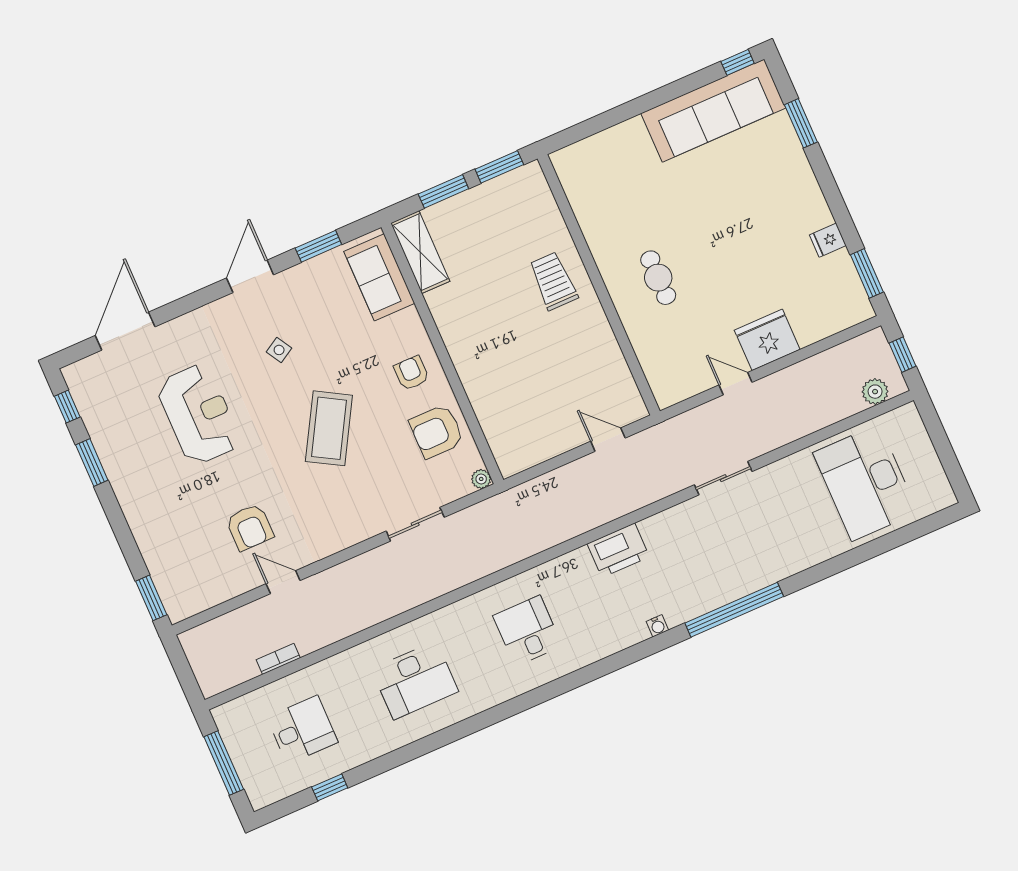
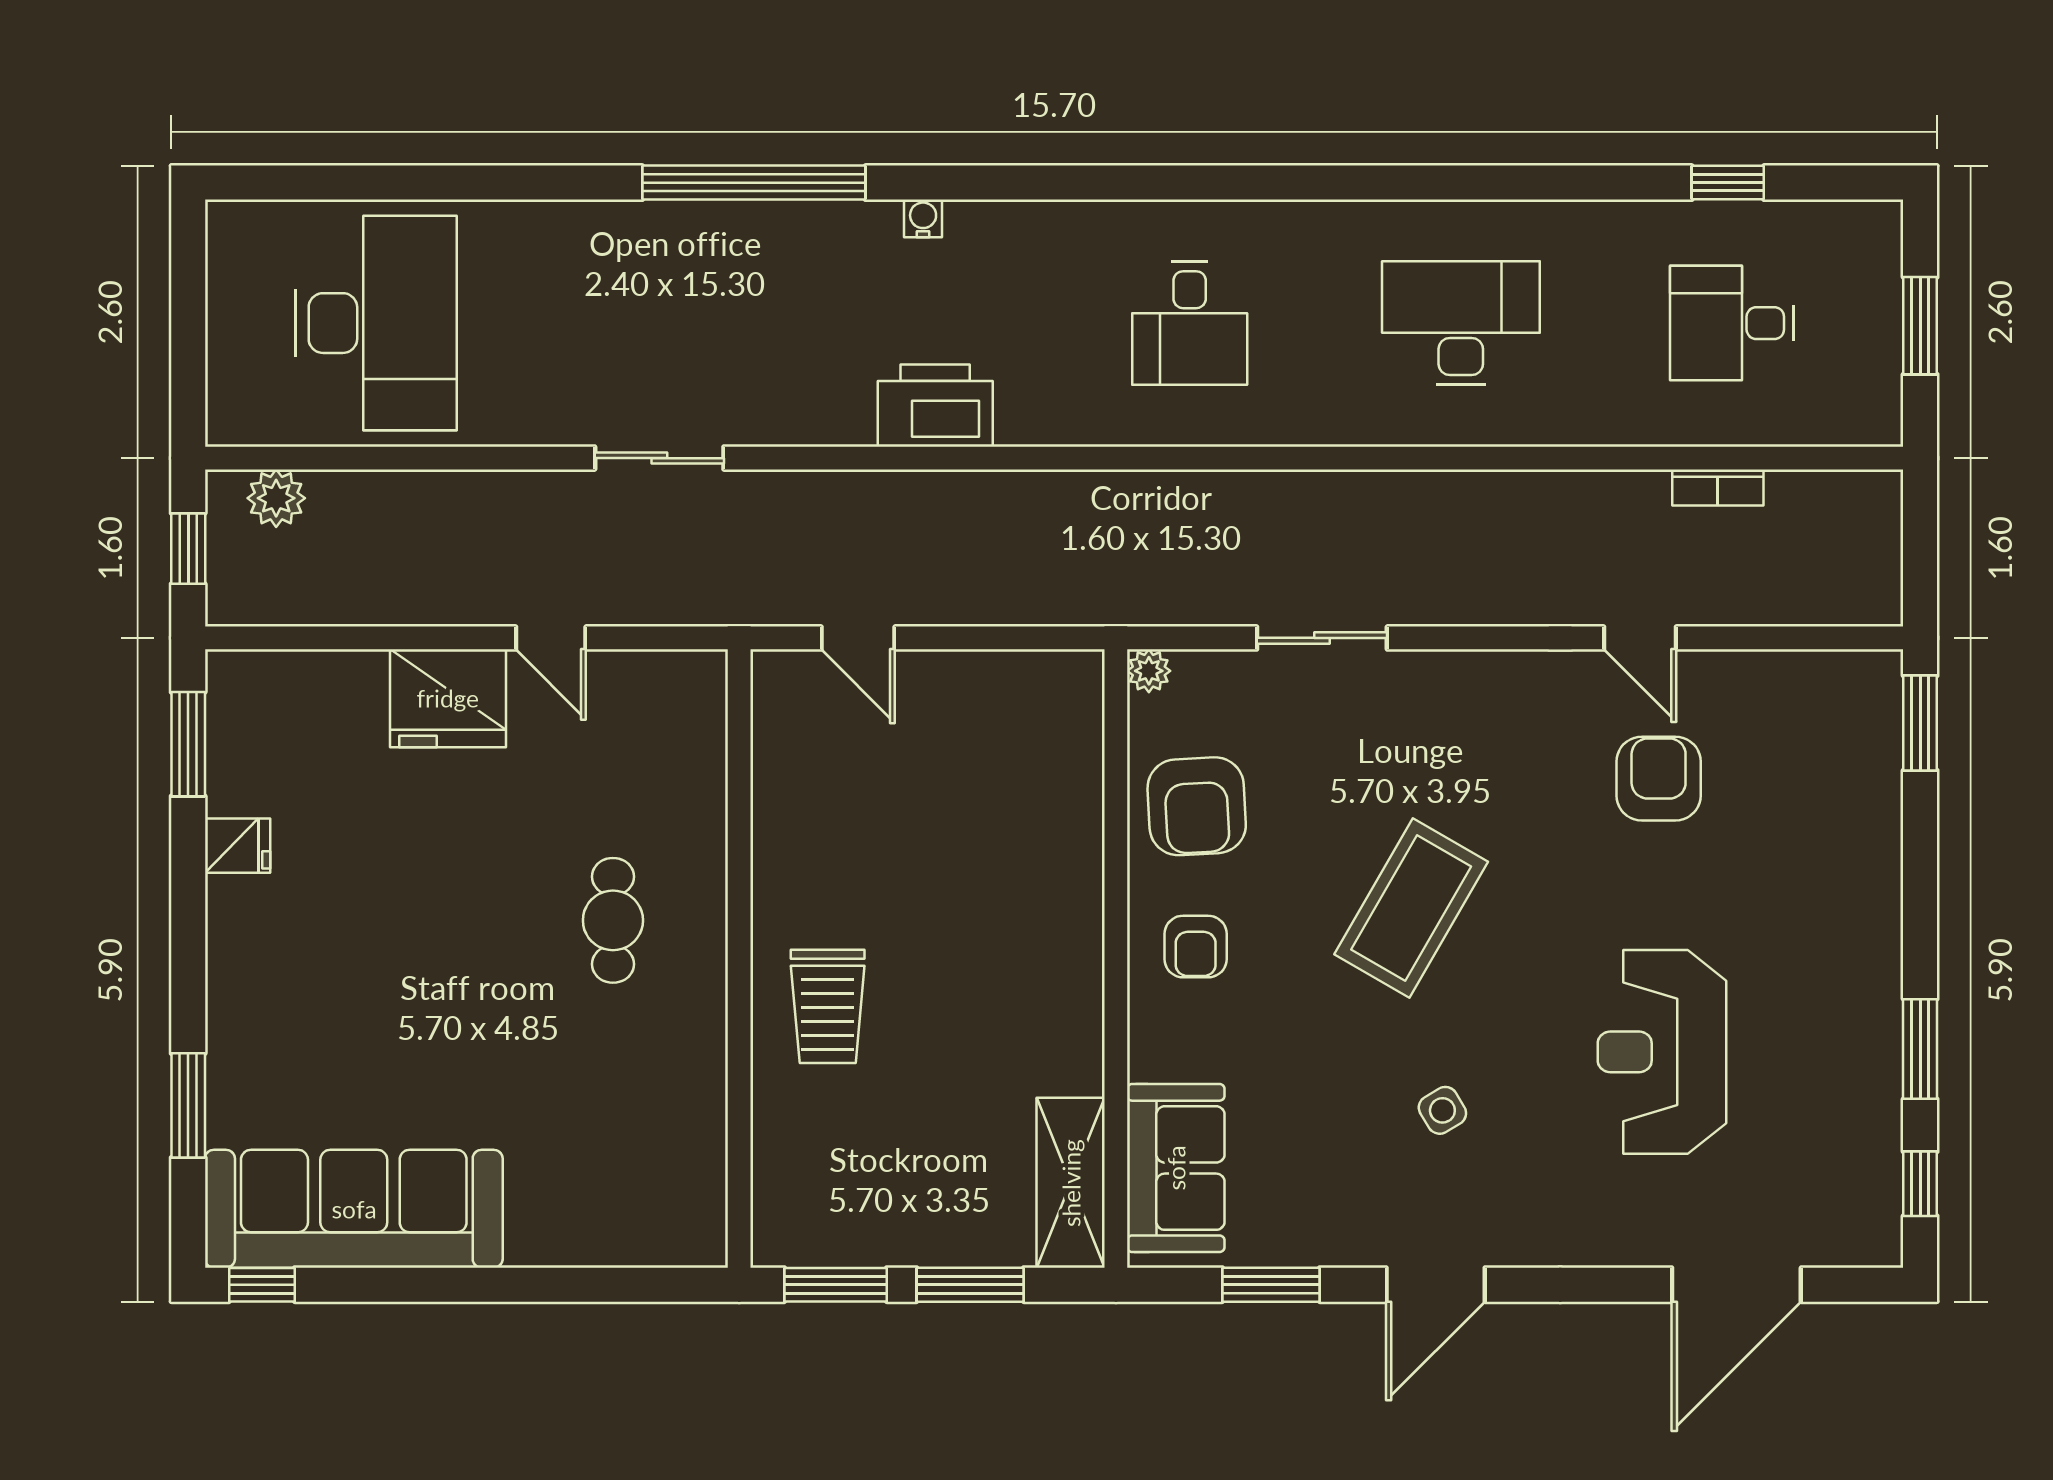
armchair: (437, 431) -> (1197, 806), turned 87
window: (224, 763) -> (1920, 326), width x0.69

